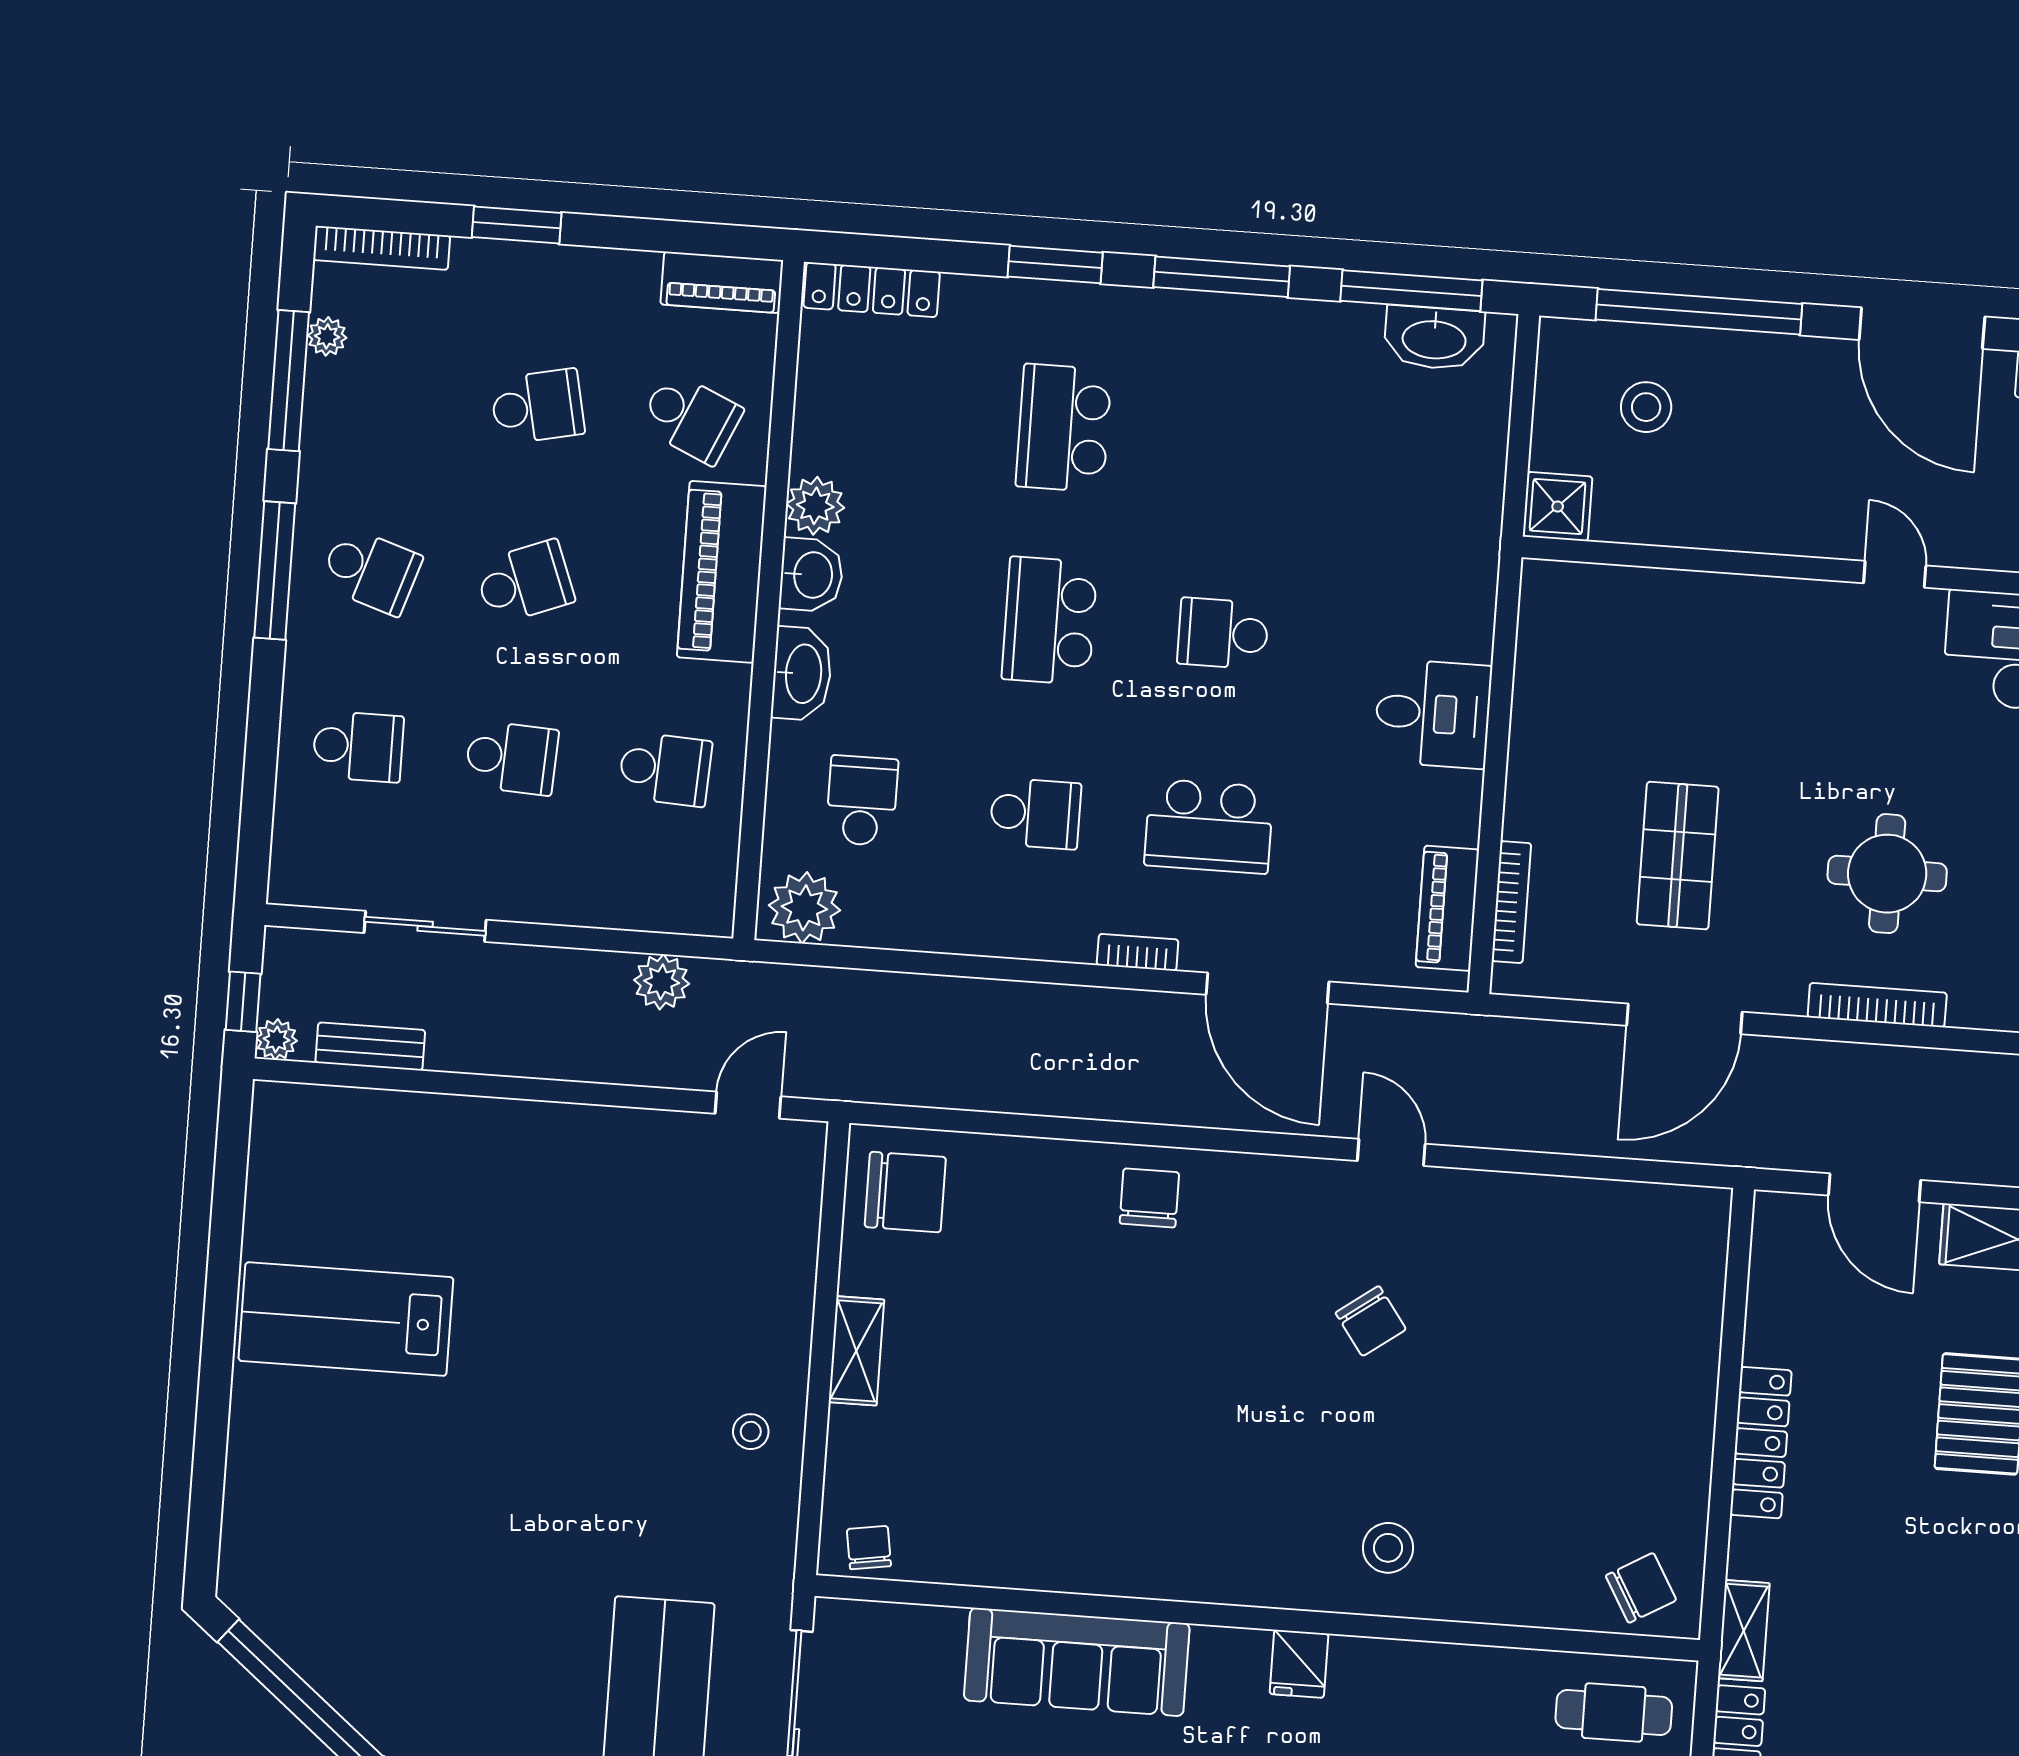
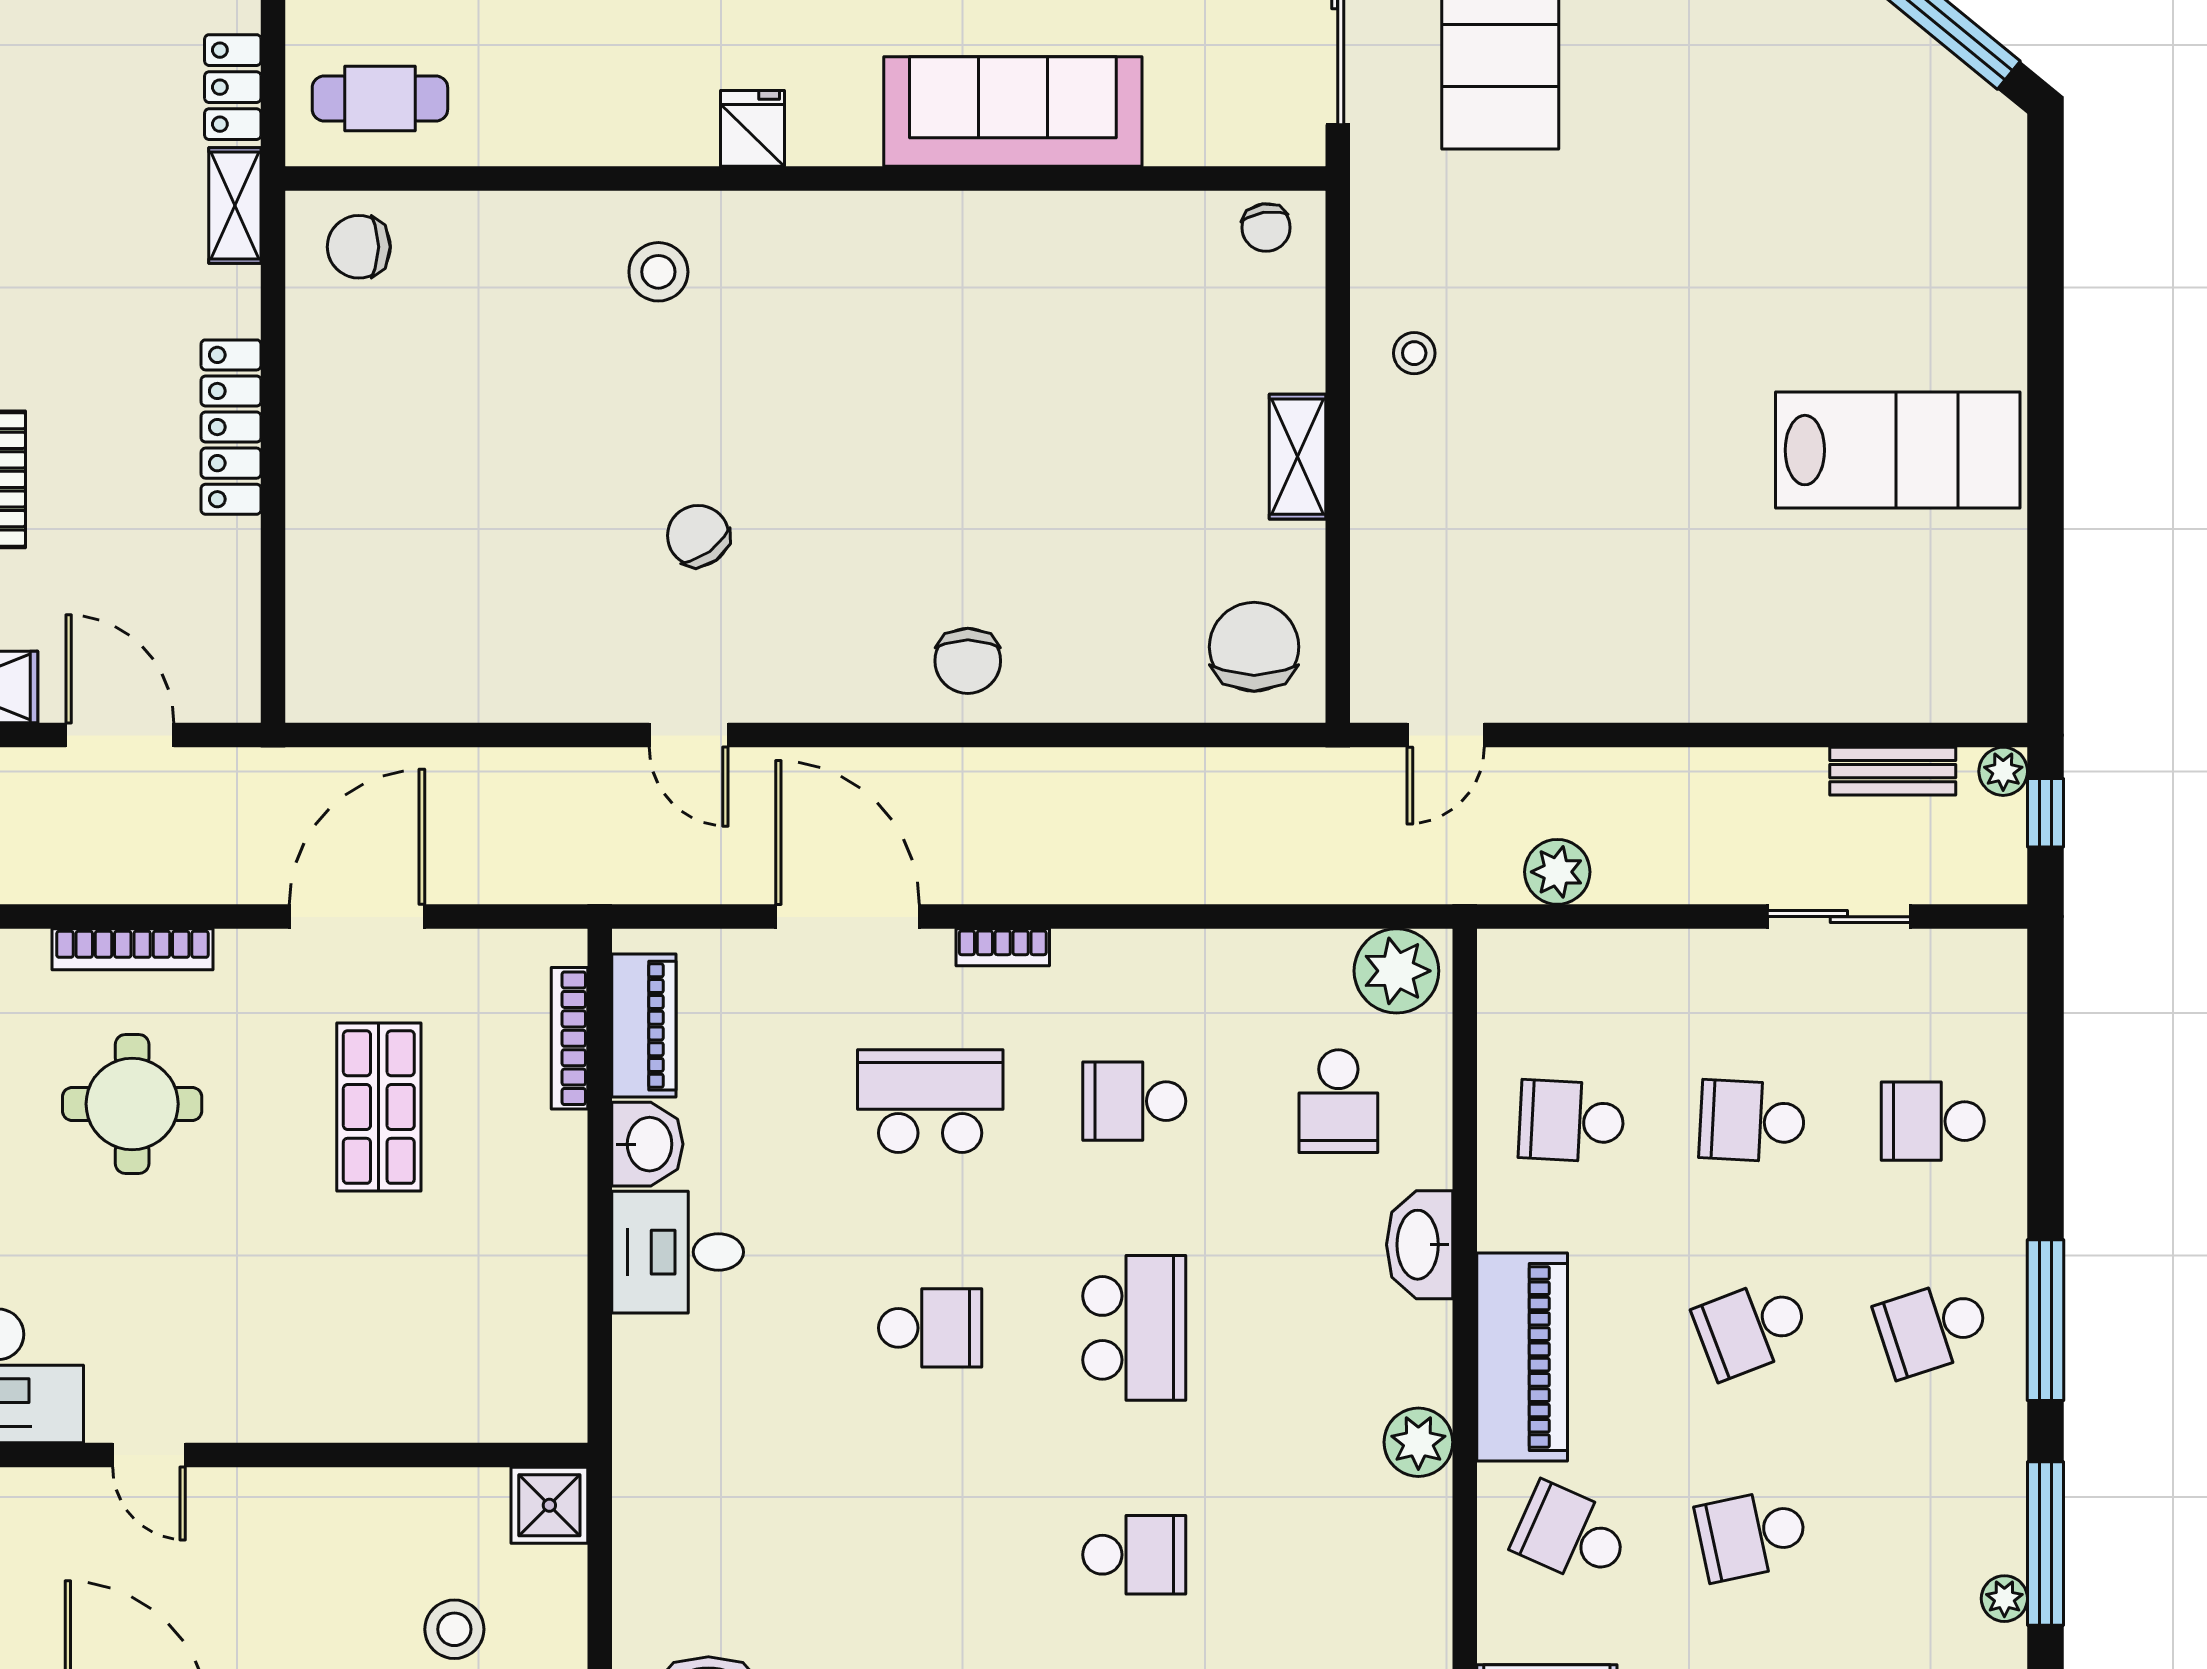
school desk: (1064, 428) -> (1134, 1555), width x0.54
school desk: (371, 571) -> (1933, 1328), turned -36
washbasin: (811, 575) -> (647, 1144), moved, turned 180
chair: (905, 1192) -> (1254, 647), turned 90
chair: (1641, 1588) -> (359, 247), turned 30

